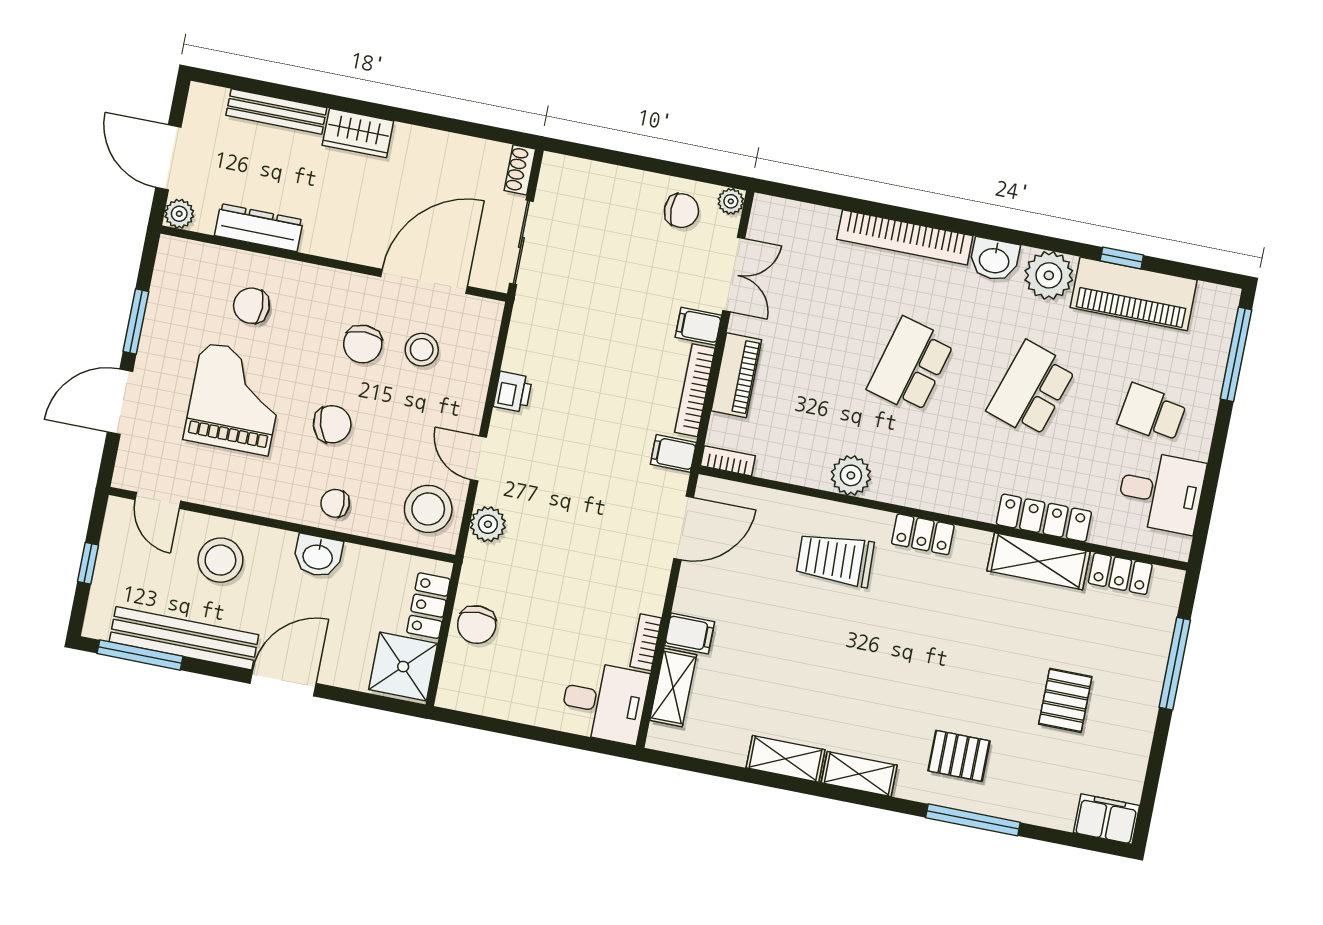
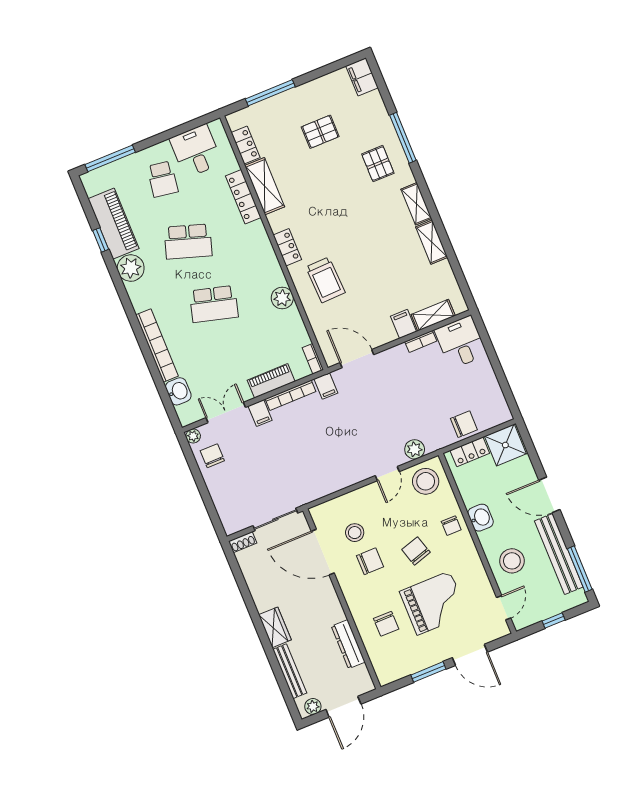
plant: (179, 214) -> (313, 706), moved
washbasin: (994, 260) -> (178, 391), moved
printer: (513, 392) -> (346, 478), removed
grand piano: (235, 399) -> (434, 603), turned 180

